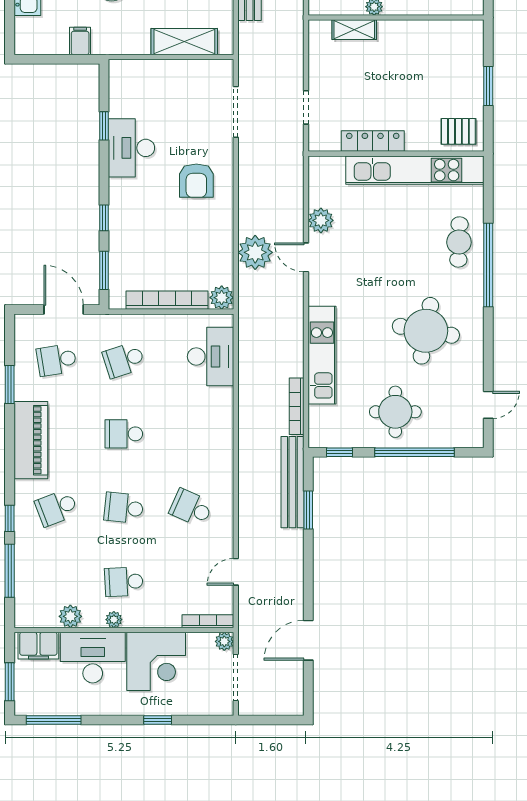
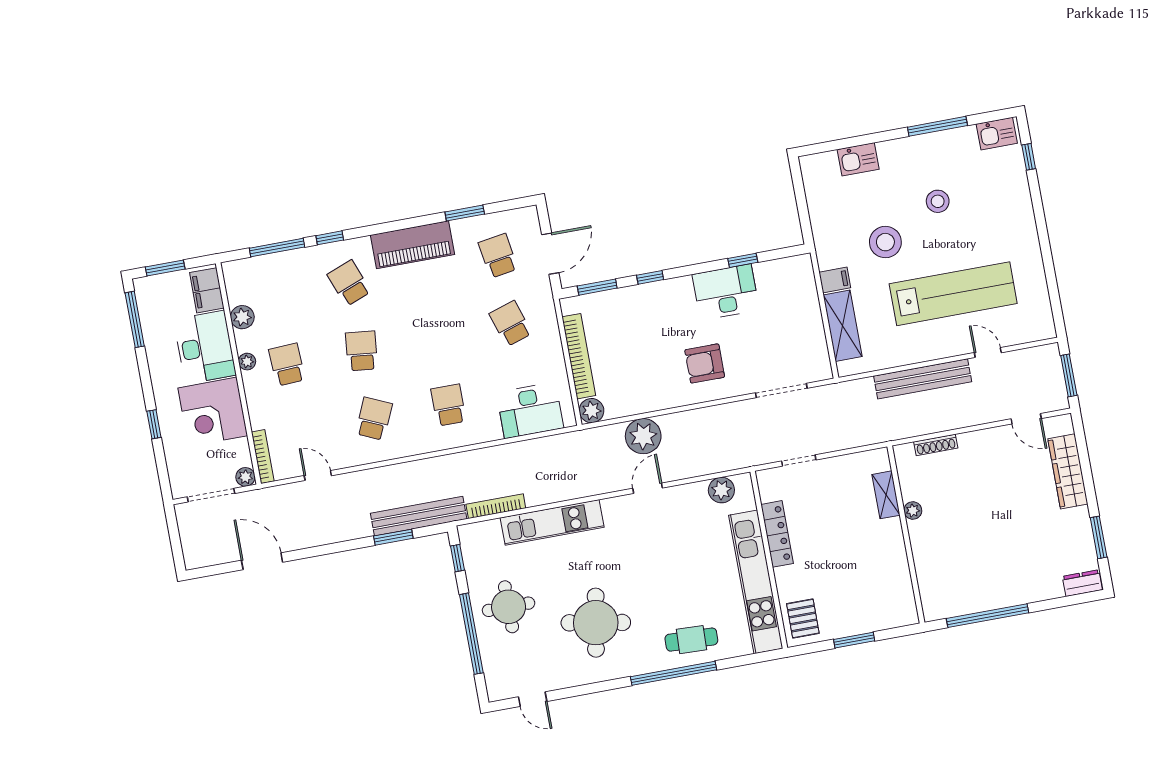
filing cabinet: (80, 41) -> (835, 280), moved
plant: (321, 220) -> (721, 490), moved
school desk: (124, 434) -> (448, 405), moved

